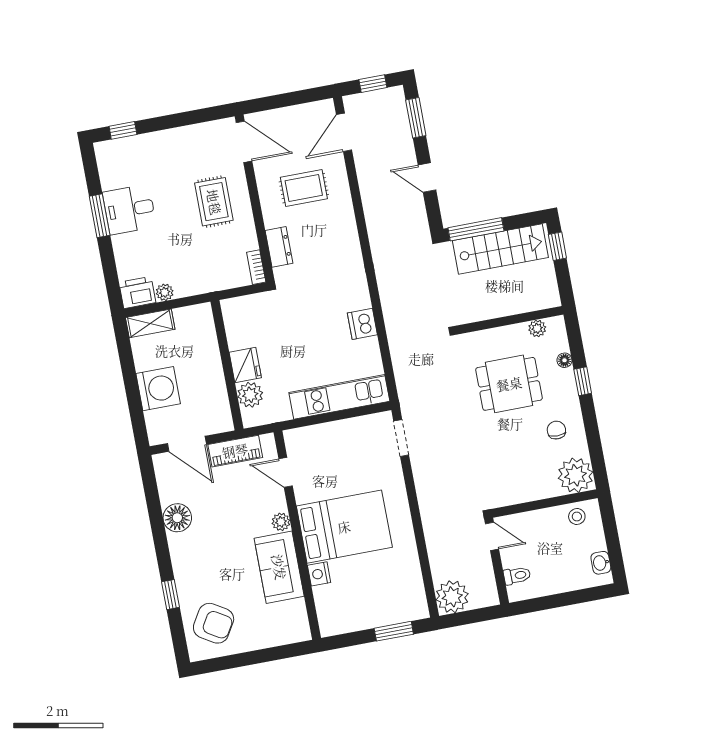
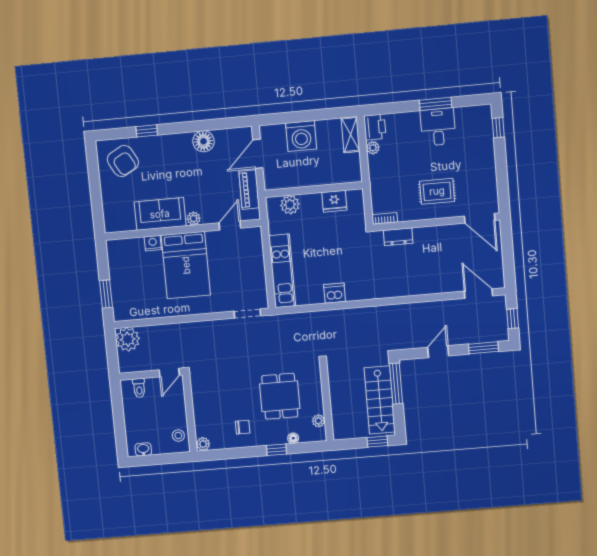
door: (244, 142) -> (480, 218), hinge flipped
rug: (304, 188) -> (440, 260), removed
fridge: (245, 365) -> (334, 201), moved
plant: (575, 475) -> (203, 444), width x0.53, depth x0.53
armchair: (214, 623) -> (123, 161), turned -60

